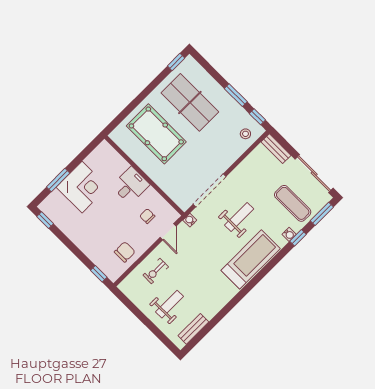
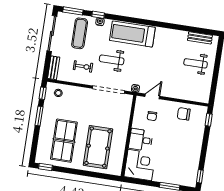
corner desk: (82, 187) -> (140, 165), moved, turned 90
exercise bike: (156, 271) -> (83, 66), moved

